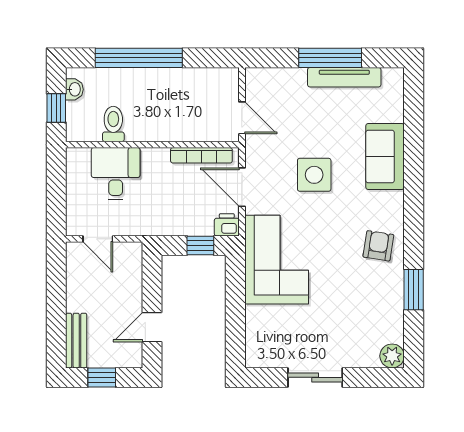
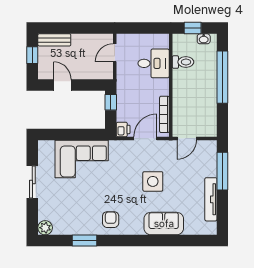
window: (330, 58) -> (222, 171), moved
window: (200, 245) -> (111, 102), moved
armchair: (378, 246) -> (111, 220), turned -99
corner sofa: (277, 260) -> (82, 159), moved

